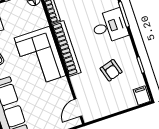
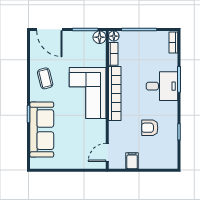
armchair: (111, 70) -> (150, 128), turned 107
filing cabinet: (142, 95) -> (132, 161), moved

